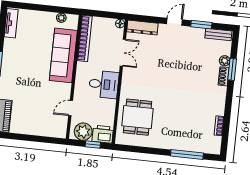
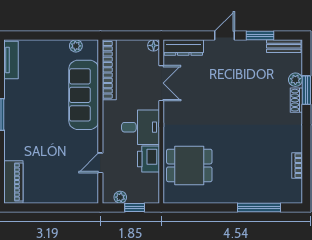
dining table: (138, 117) -> (189, 165), turned 90
plant: (83, 132) -> (120, 197), width x0.53, depth x0.53
printer: (103, 134) -> (148, 159), moved, turned -90

